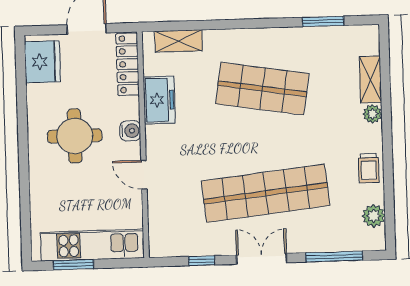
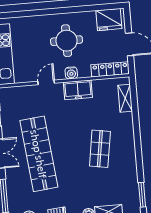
window: (323, 21) -> (142, 195), moved
shop shelf: (262, 89) -> (100, 149), width x0.70, depth x0.74
freezer: (159, 100) -> (78, 90), moved

